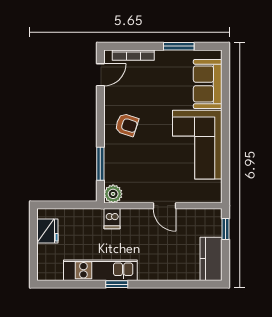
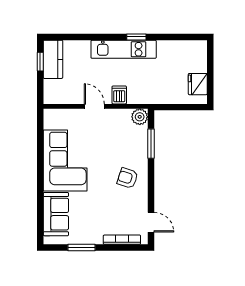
door: (100, 75) -> (151, 222), swing flipped
dishwasher: (112, 219) -> (119, 95), moved
window: (225, 229) -> (40, 62), moved
kitchen unit: (100, 270) -> (124, 49), moved

